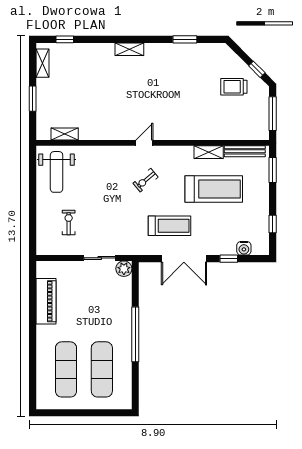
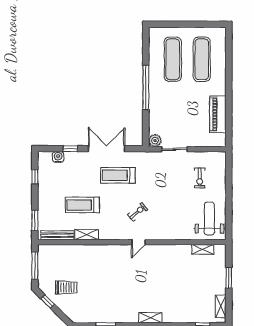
treadmill: (214, 189) -> (82, 205), width x0.73, depth x0.73

